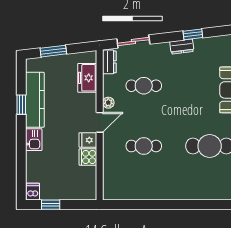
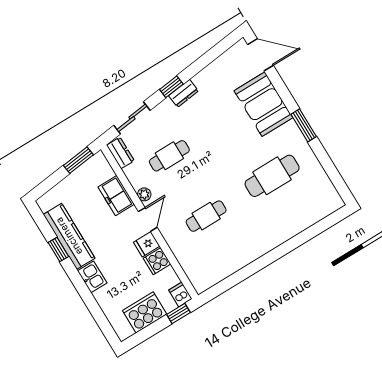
window: (193, 34) -> (171, 87), moved
window: (53, 51) -> (78, 160), moved
freezer: (87, 78) -> (116, 196), moved
cooker: (56, 189) -> (145, 312), added
dishwasher: (33, 192) -> (180, 294), moved
window: (51, 205) -> (178, 313), moved

